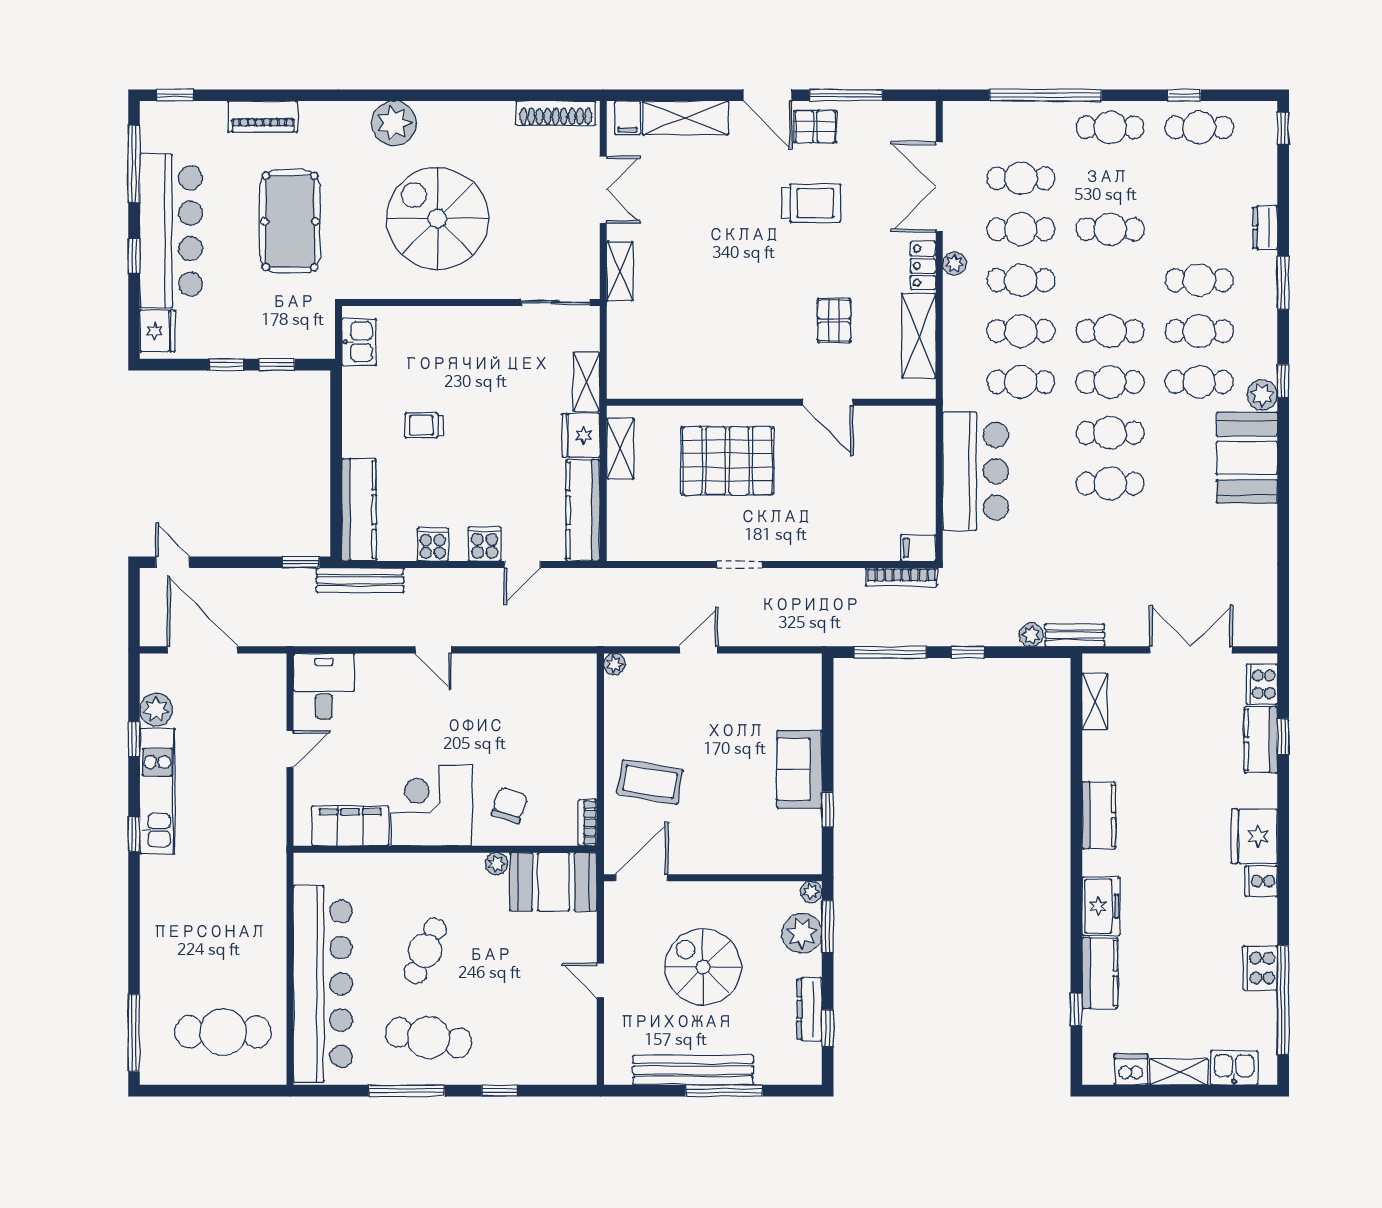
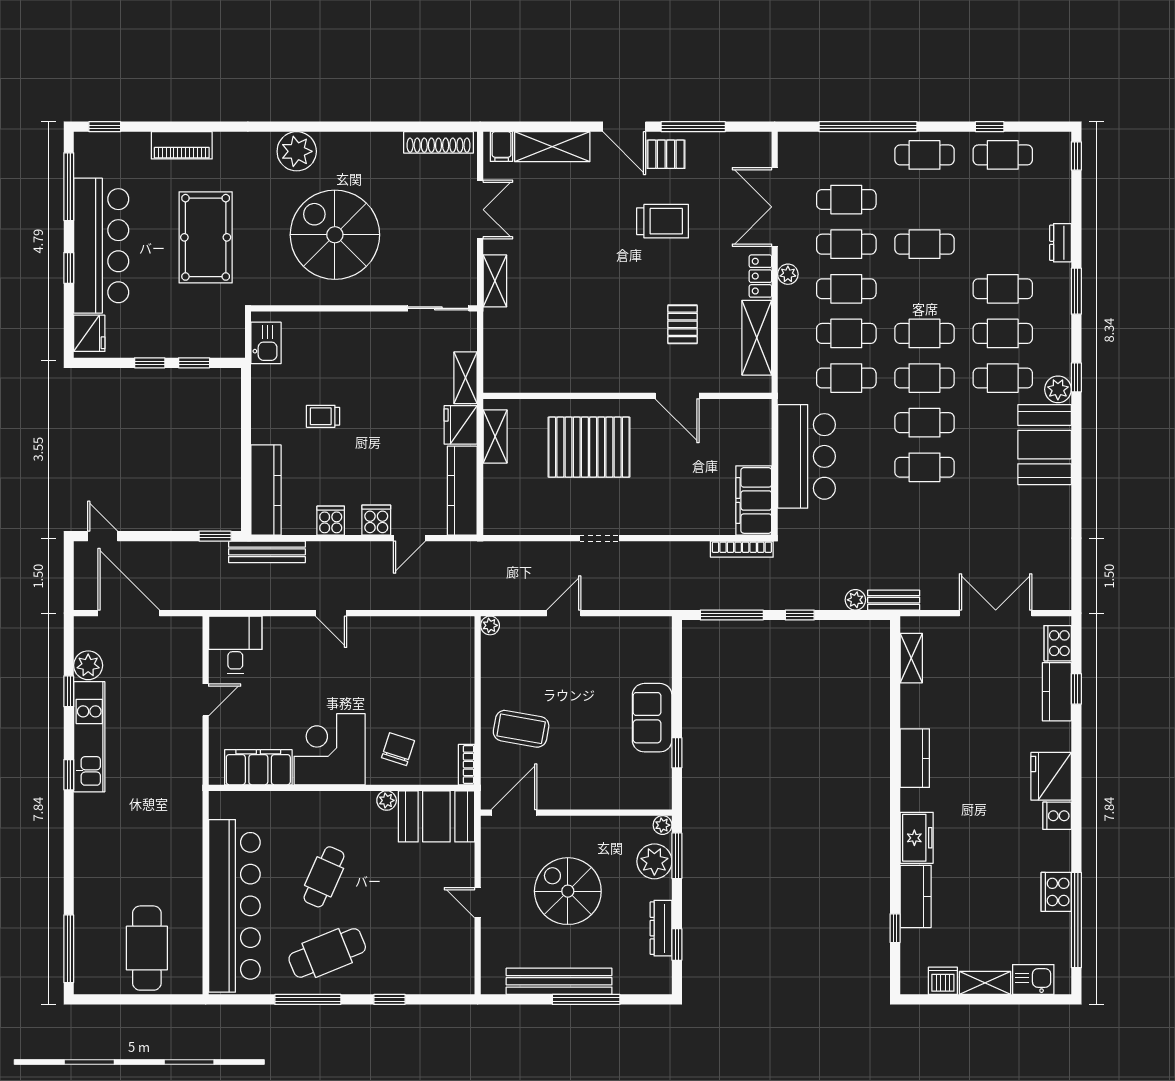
filing cabinet: (918, 548) -> (754, 500), width x3.00, depth x1.17
cafe table: (223, 1032) -> (147, 948), turned 90
cafe table: (429, 1038) -> (327, 953), turned -32

